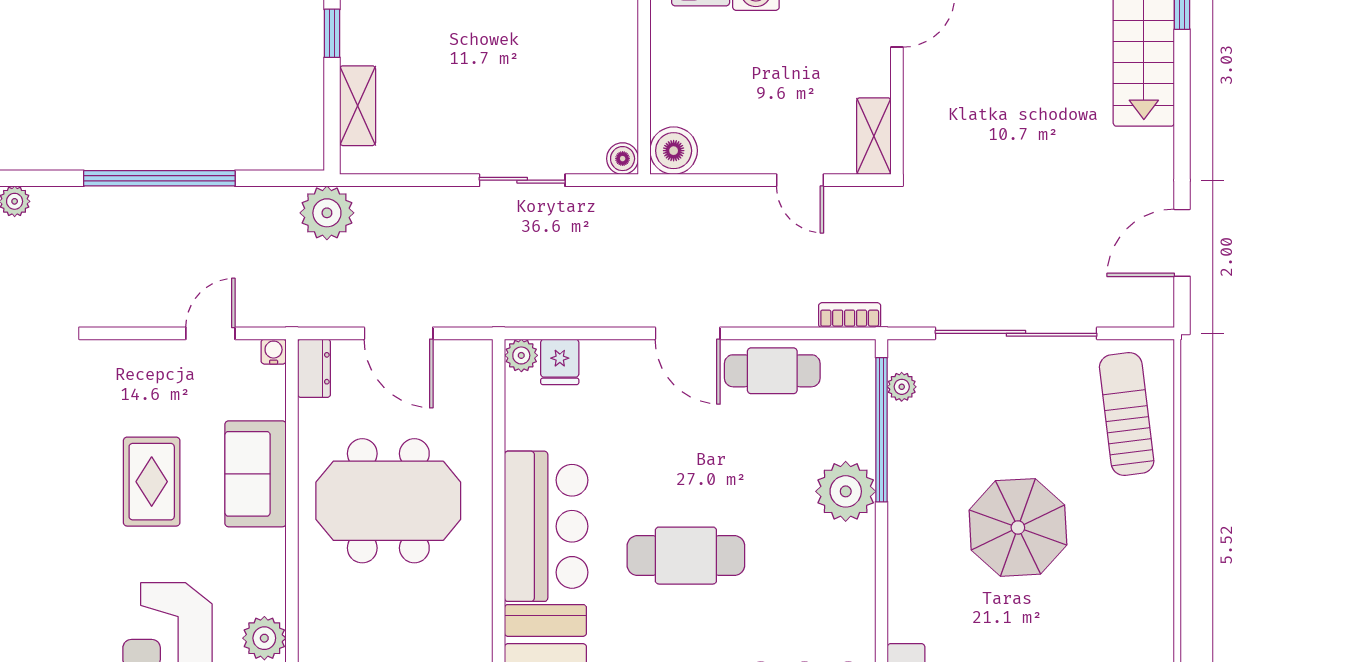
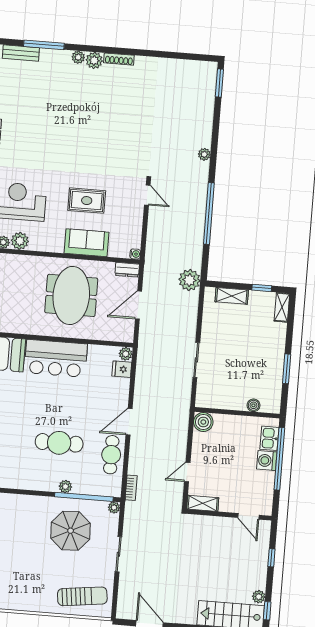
boiler: (623, 159) -> (253, 405), moved
door: (210, 333) -> (147, 195), moved
sliding door: (1016, 333) -> (118, 554), width x0.54
plant: (902, 387) -> (114, 508), moved
plant: (846, 491) -> (65, 487), width x0.53, depth x0.53
parasol: (1018, 527) -> (71, 531), moved
cafe table: (686, 556) -> (59, 443), moved, turned 90

